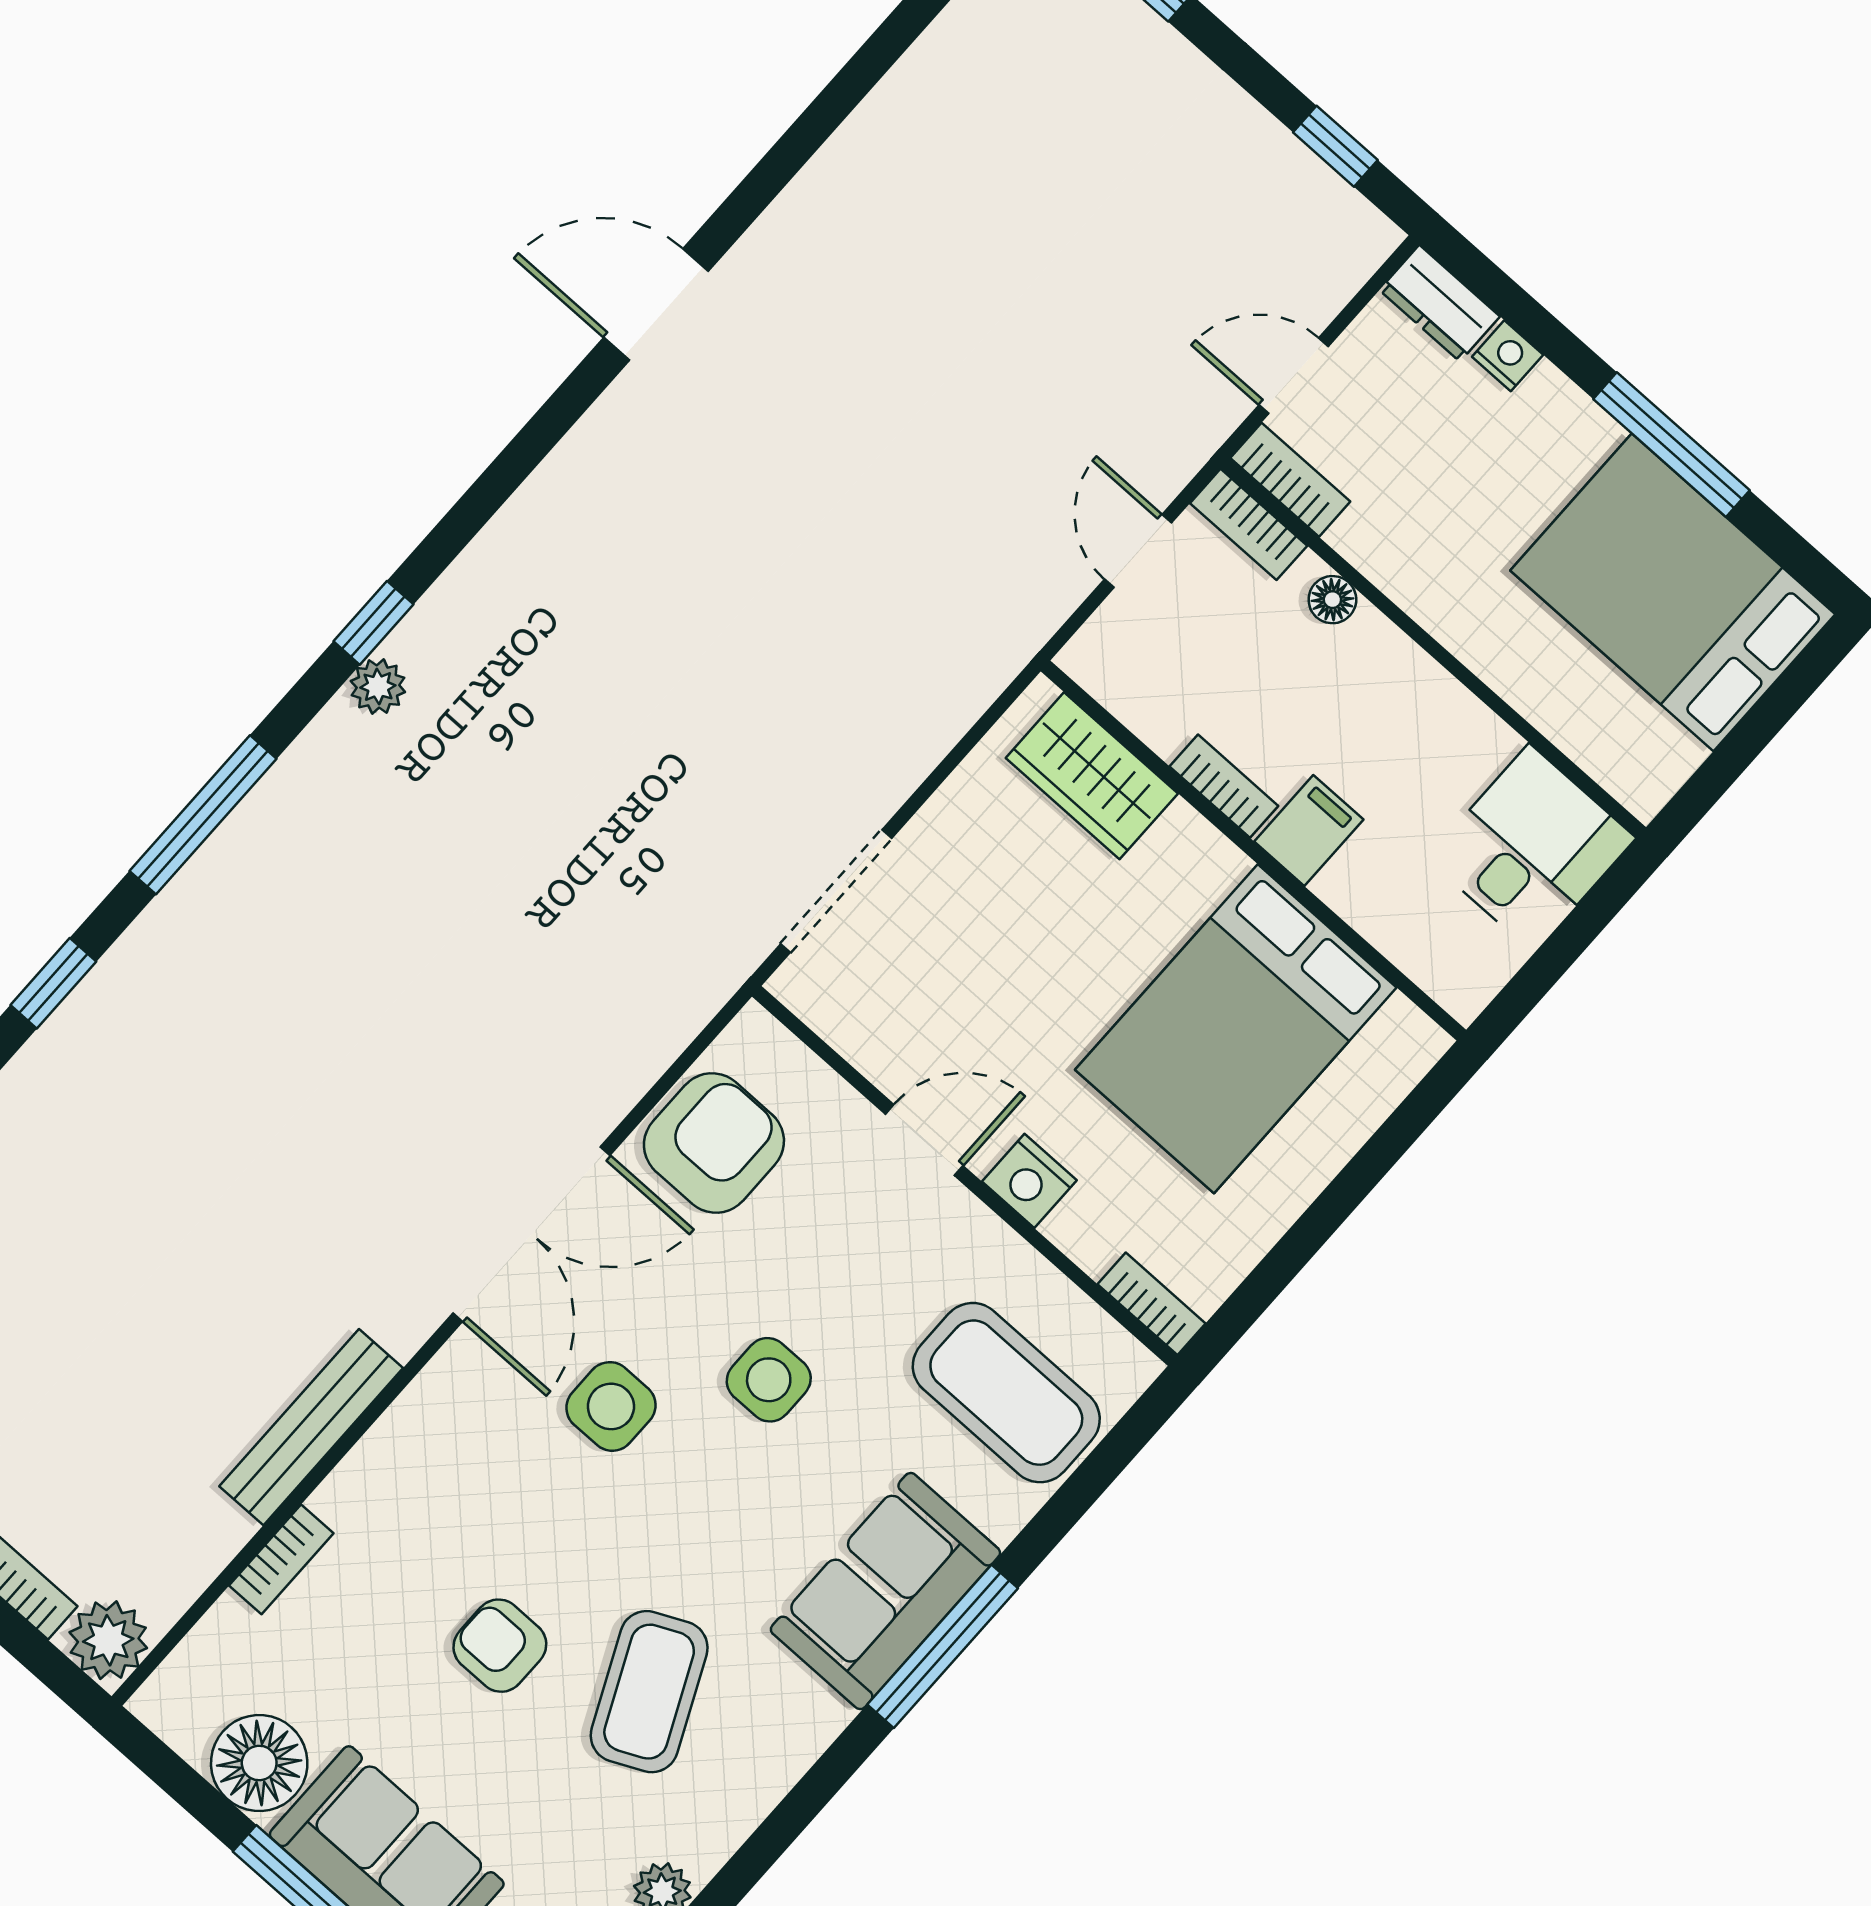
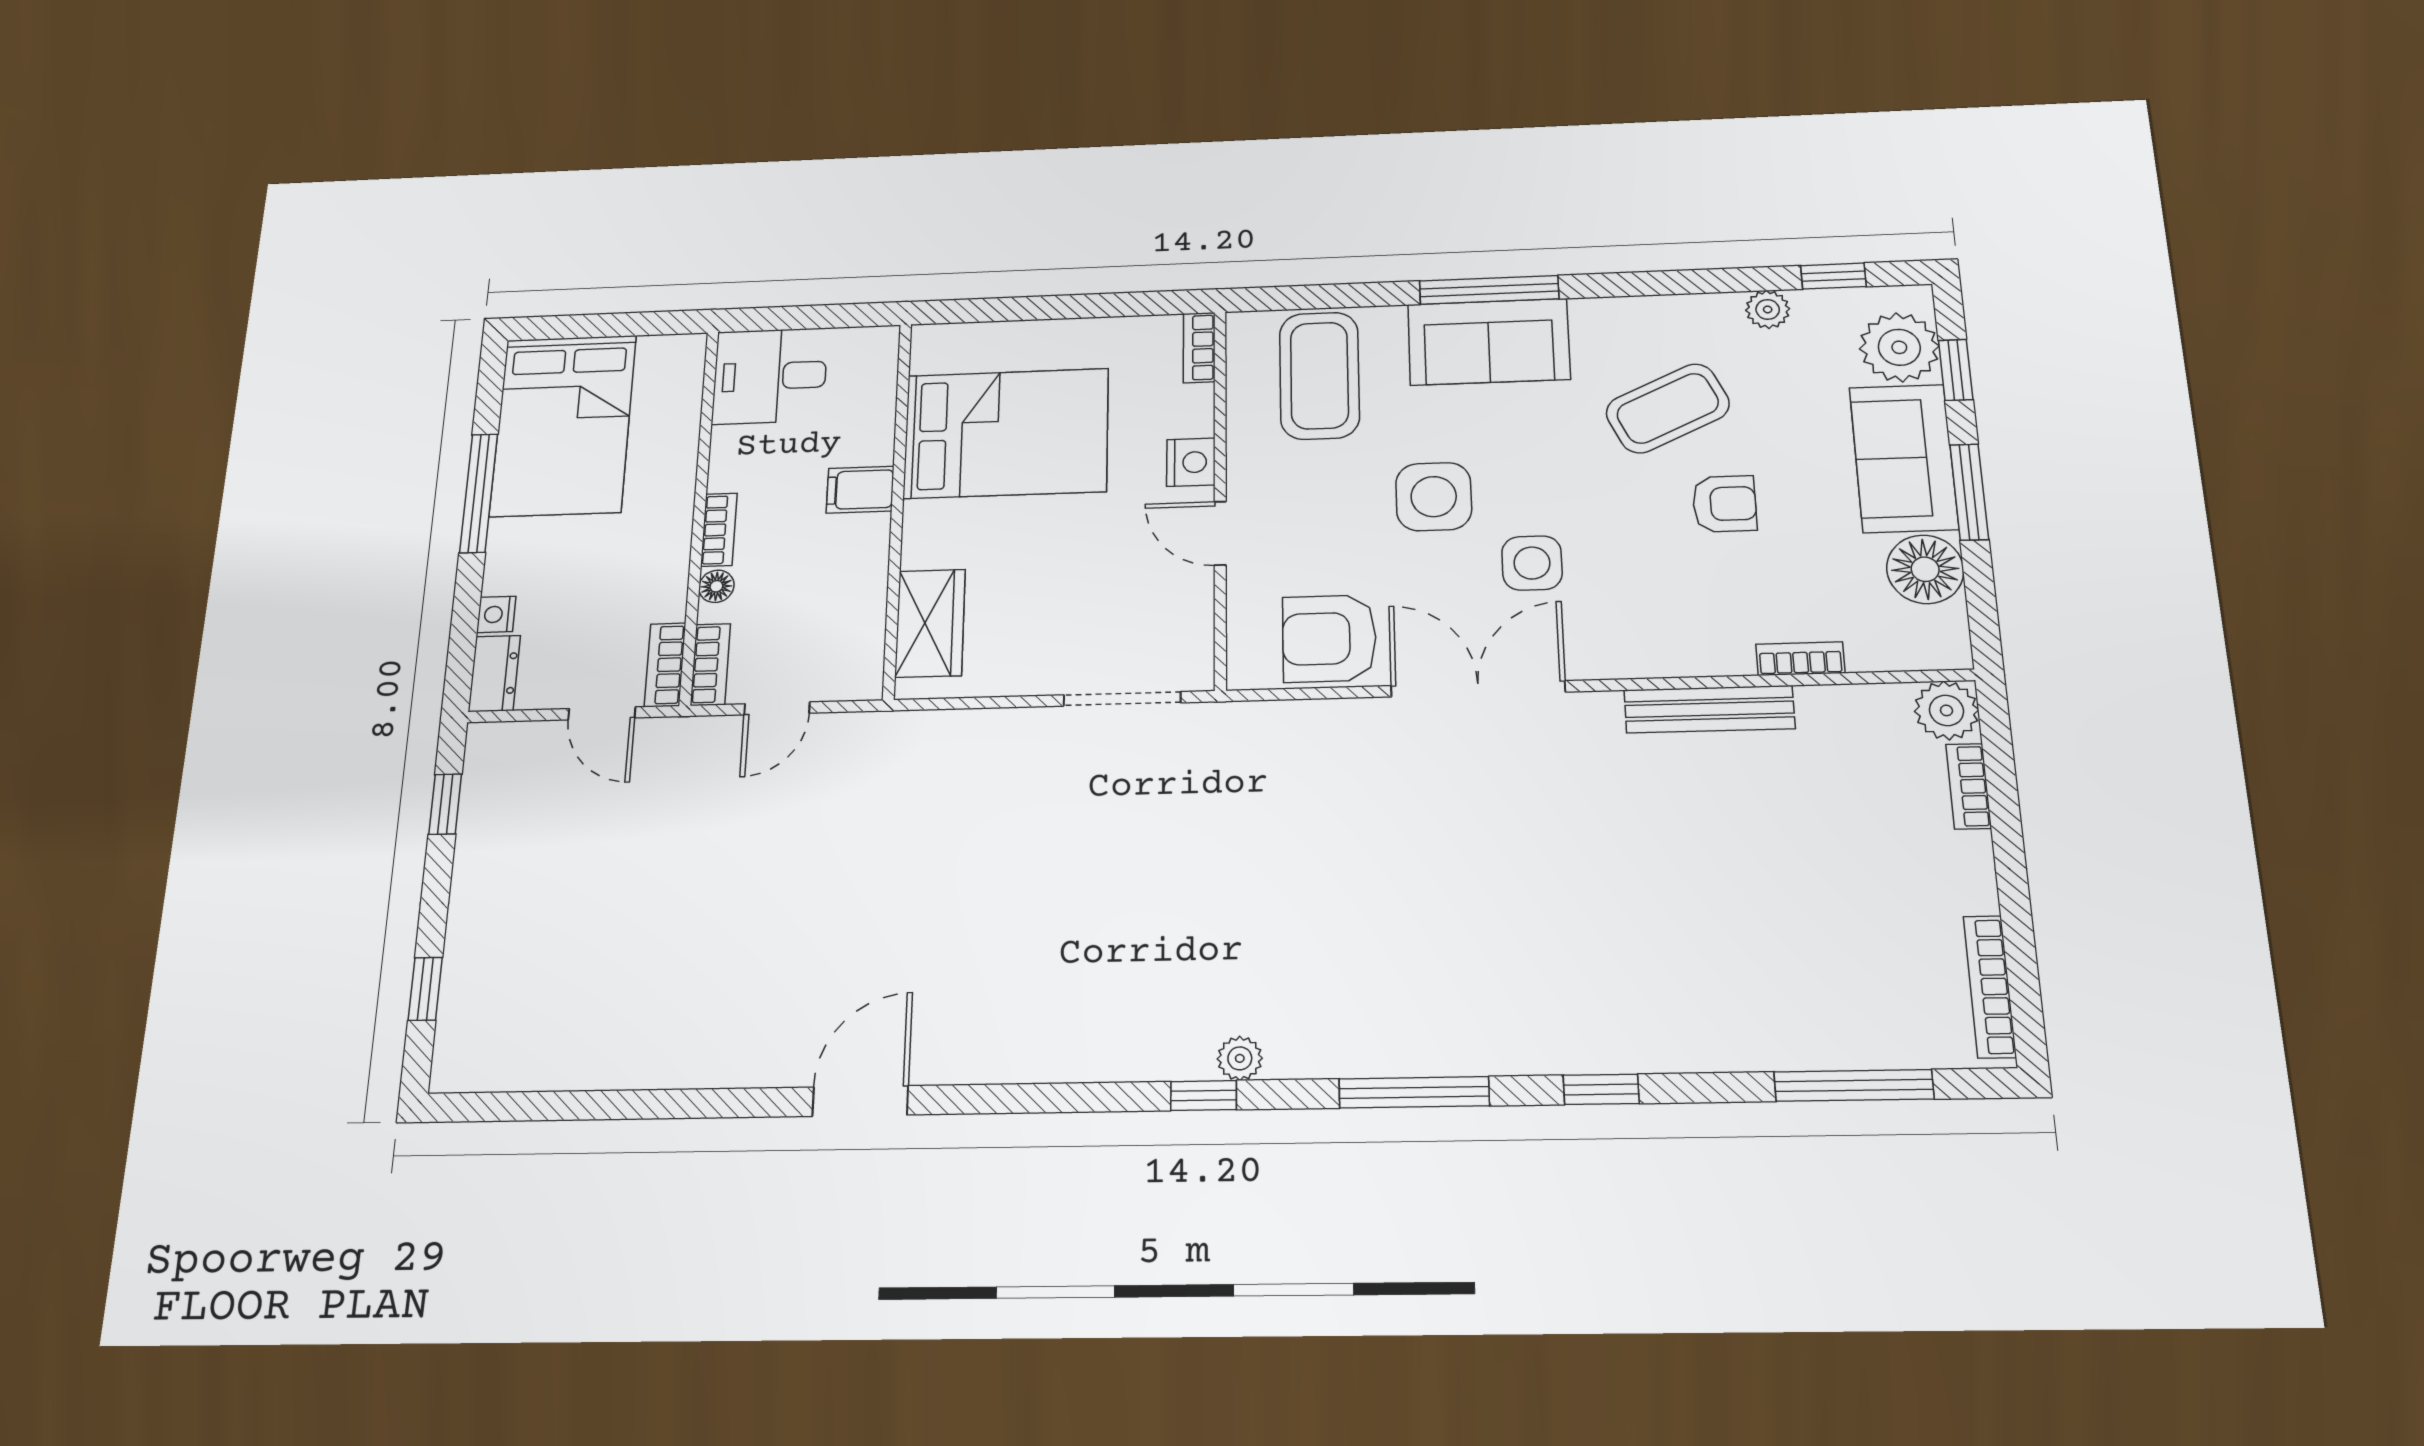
door: (656, 304) -> (860, 1101), swing flipped
bookcase: (1224, 786) -> (719, 530), moved, turned 180
side table: (769, 1380) -> (1434, 497), width x1.37, depth x1.37
armchair: (500, 1646) -> (1724, 504), turned -90

